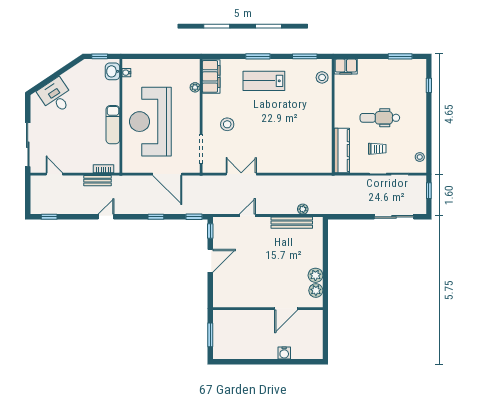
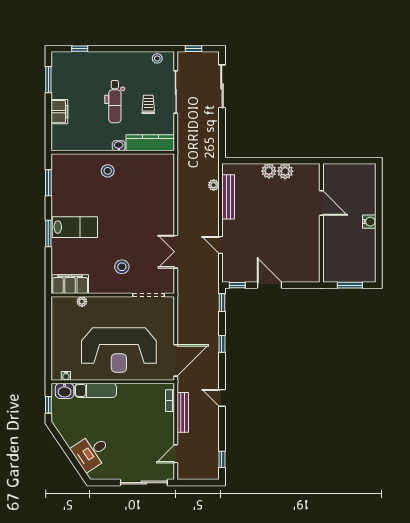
filing cabinet: (346, 67) -> (59, 112), moved
stool: (322, 77) -> (108, 171), moved
lab bench: (264, 81) -> (75, 227), turned -90
washbasin: (339, 121) -> (119, 146), added
exam couch: (113, 125) -> (96, 390), moved
door: (167, 174) -> (176, 360), moved
bench: (98, 181) -> (183, 412), width x1.36
plant: (316, 290) -> (269, 171), moved
water cooler: (284, 353) -> (369, 222), moved

